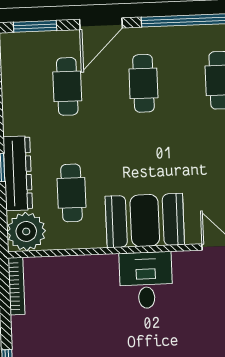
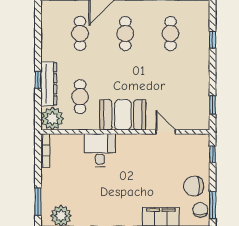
desk: (146, 280) -> (100, 150), moved

